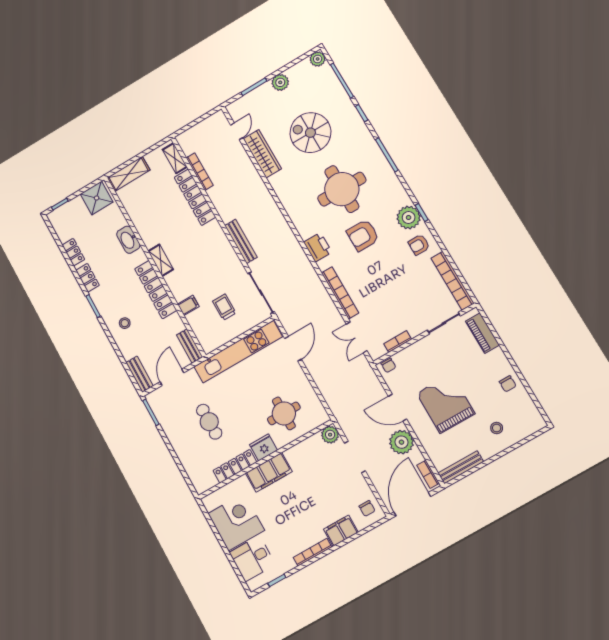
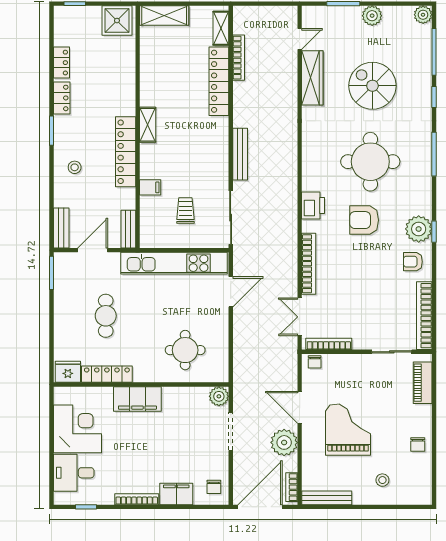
washbasin: (128, 240) -> (126, 84), removed
bookcase: (398, 342) -> (329, 344), width x1.56
fridge: (264, 447) -> (68, 372), moved

